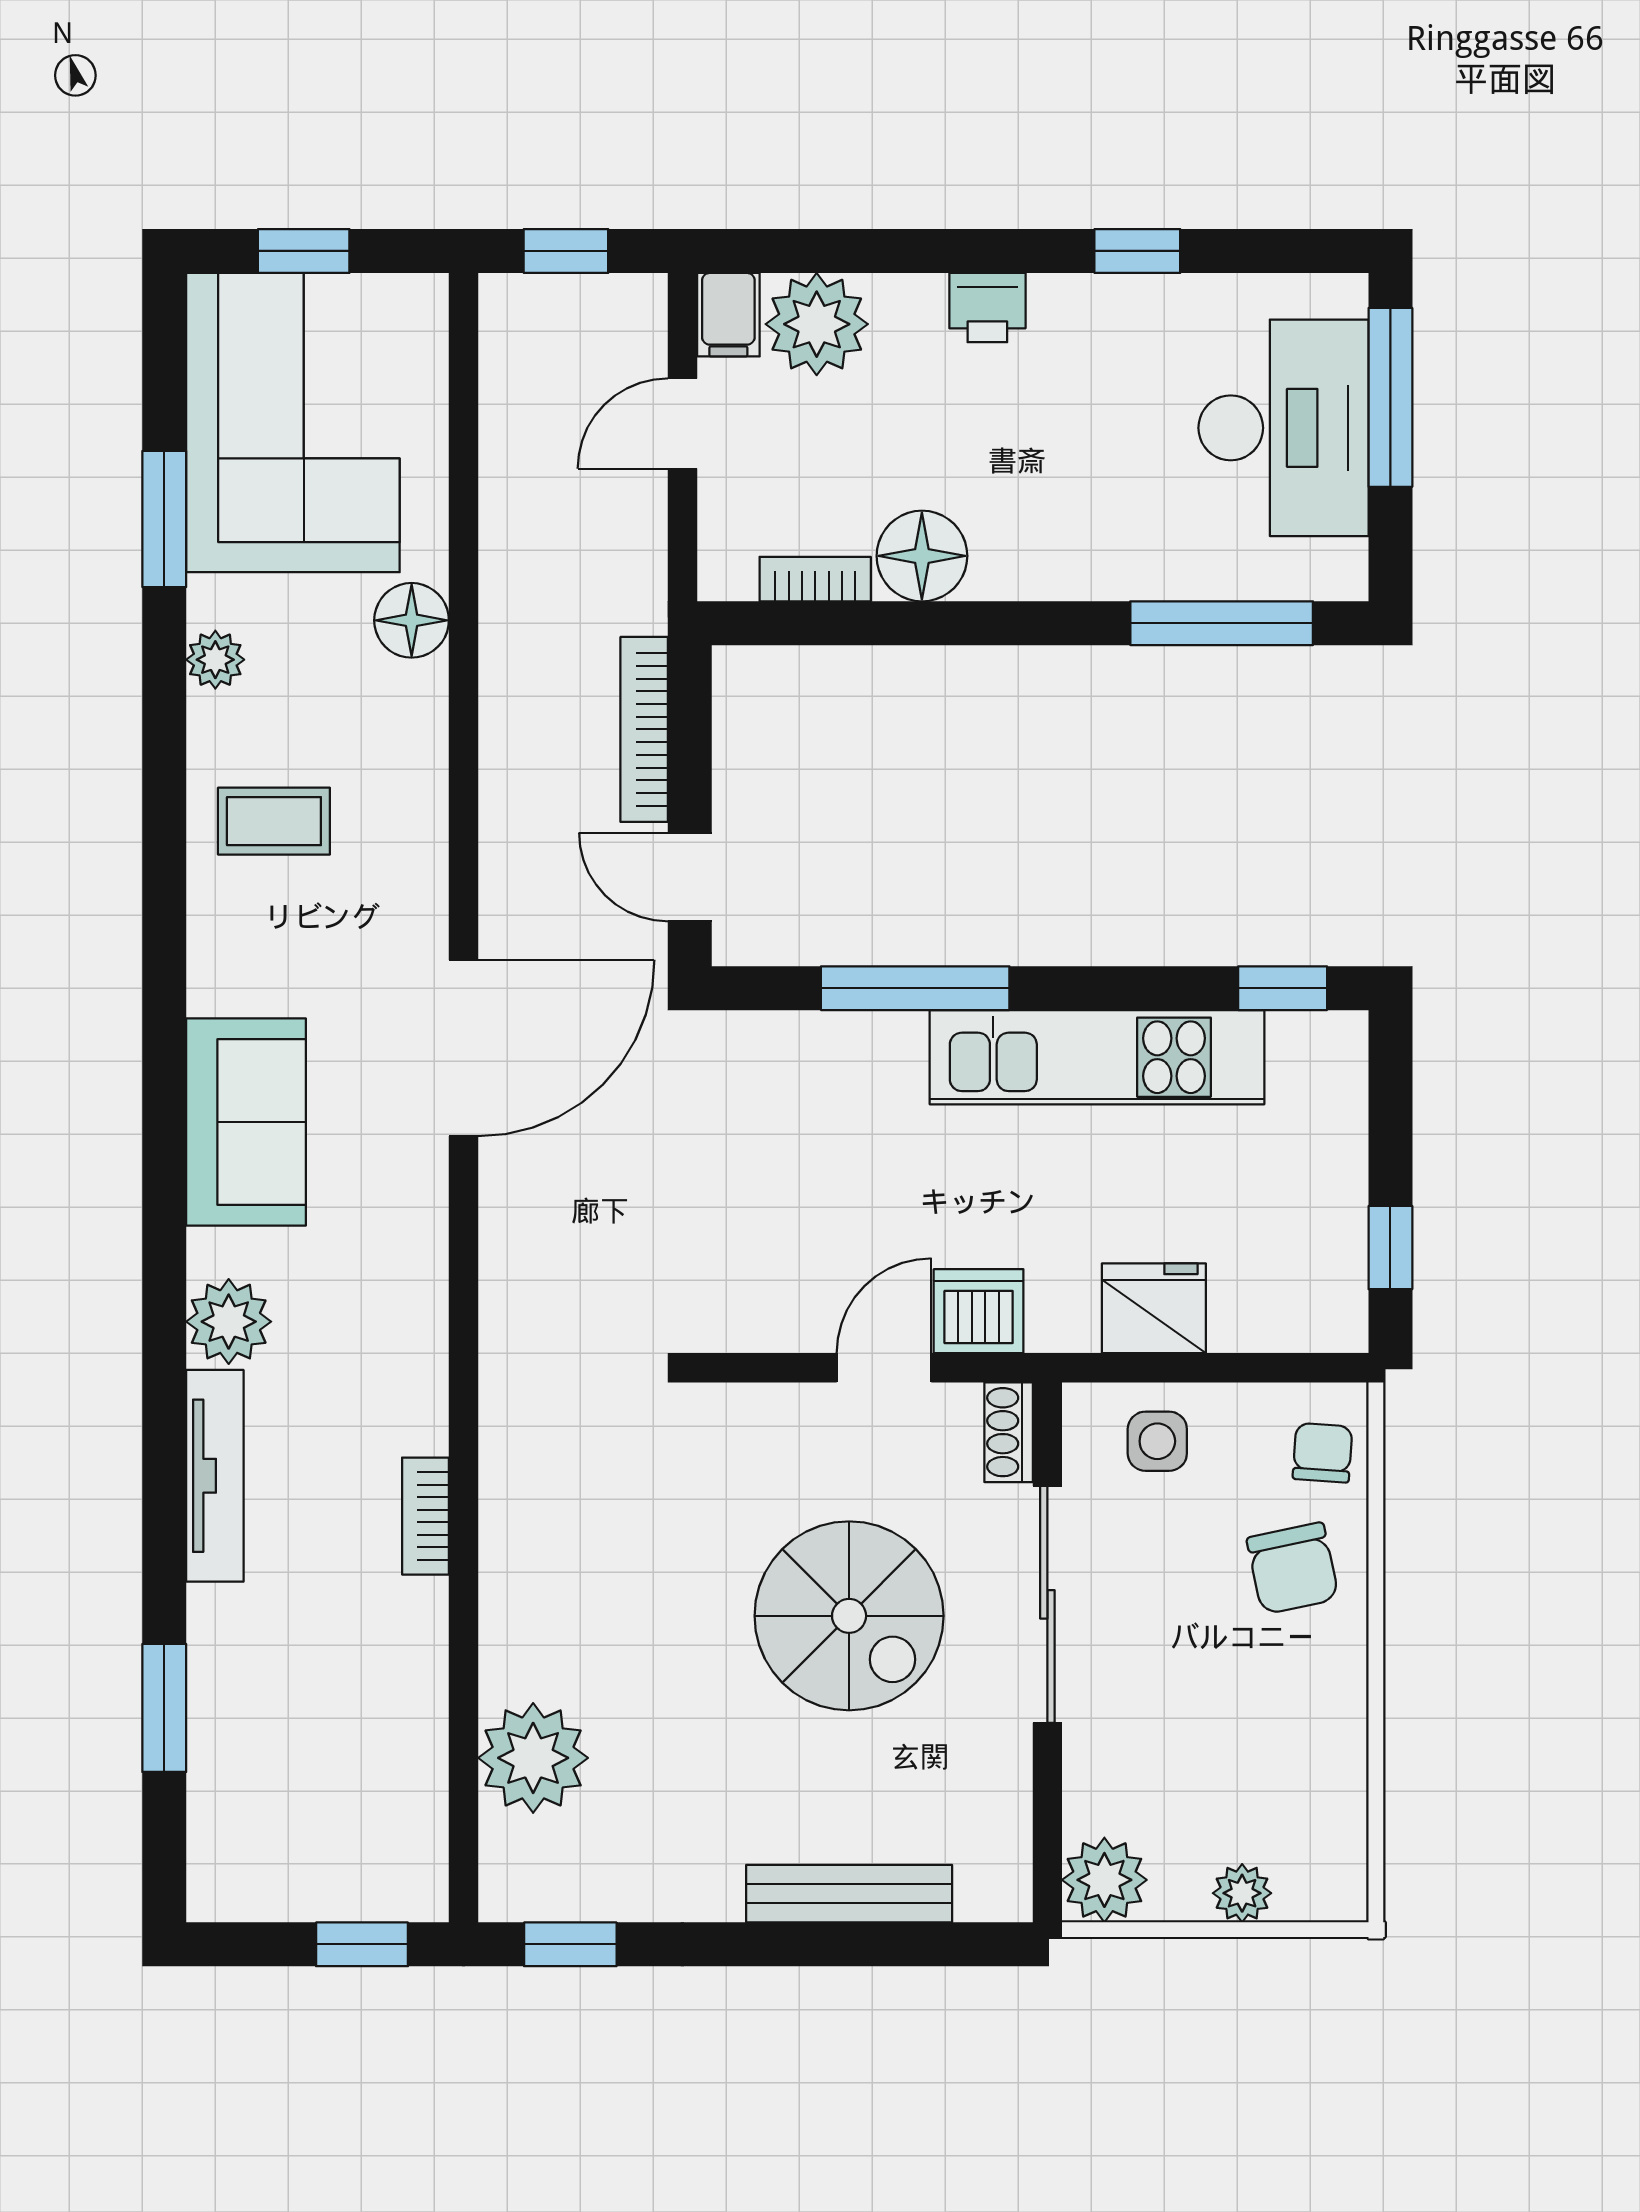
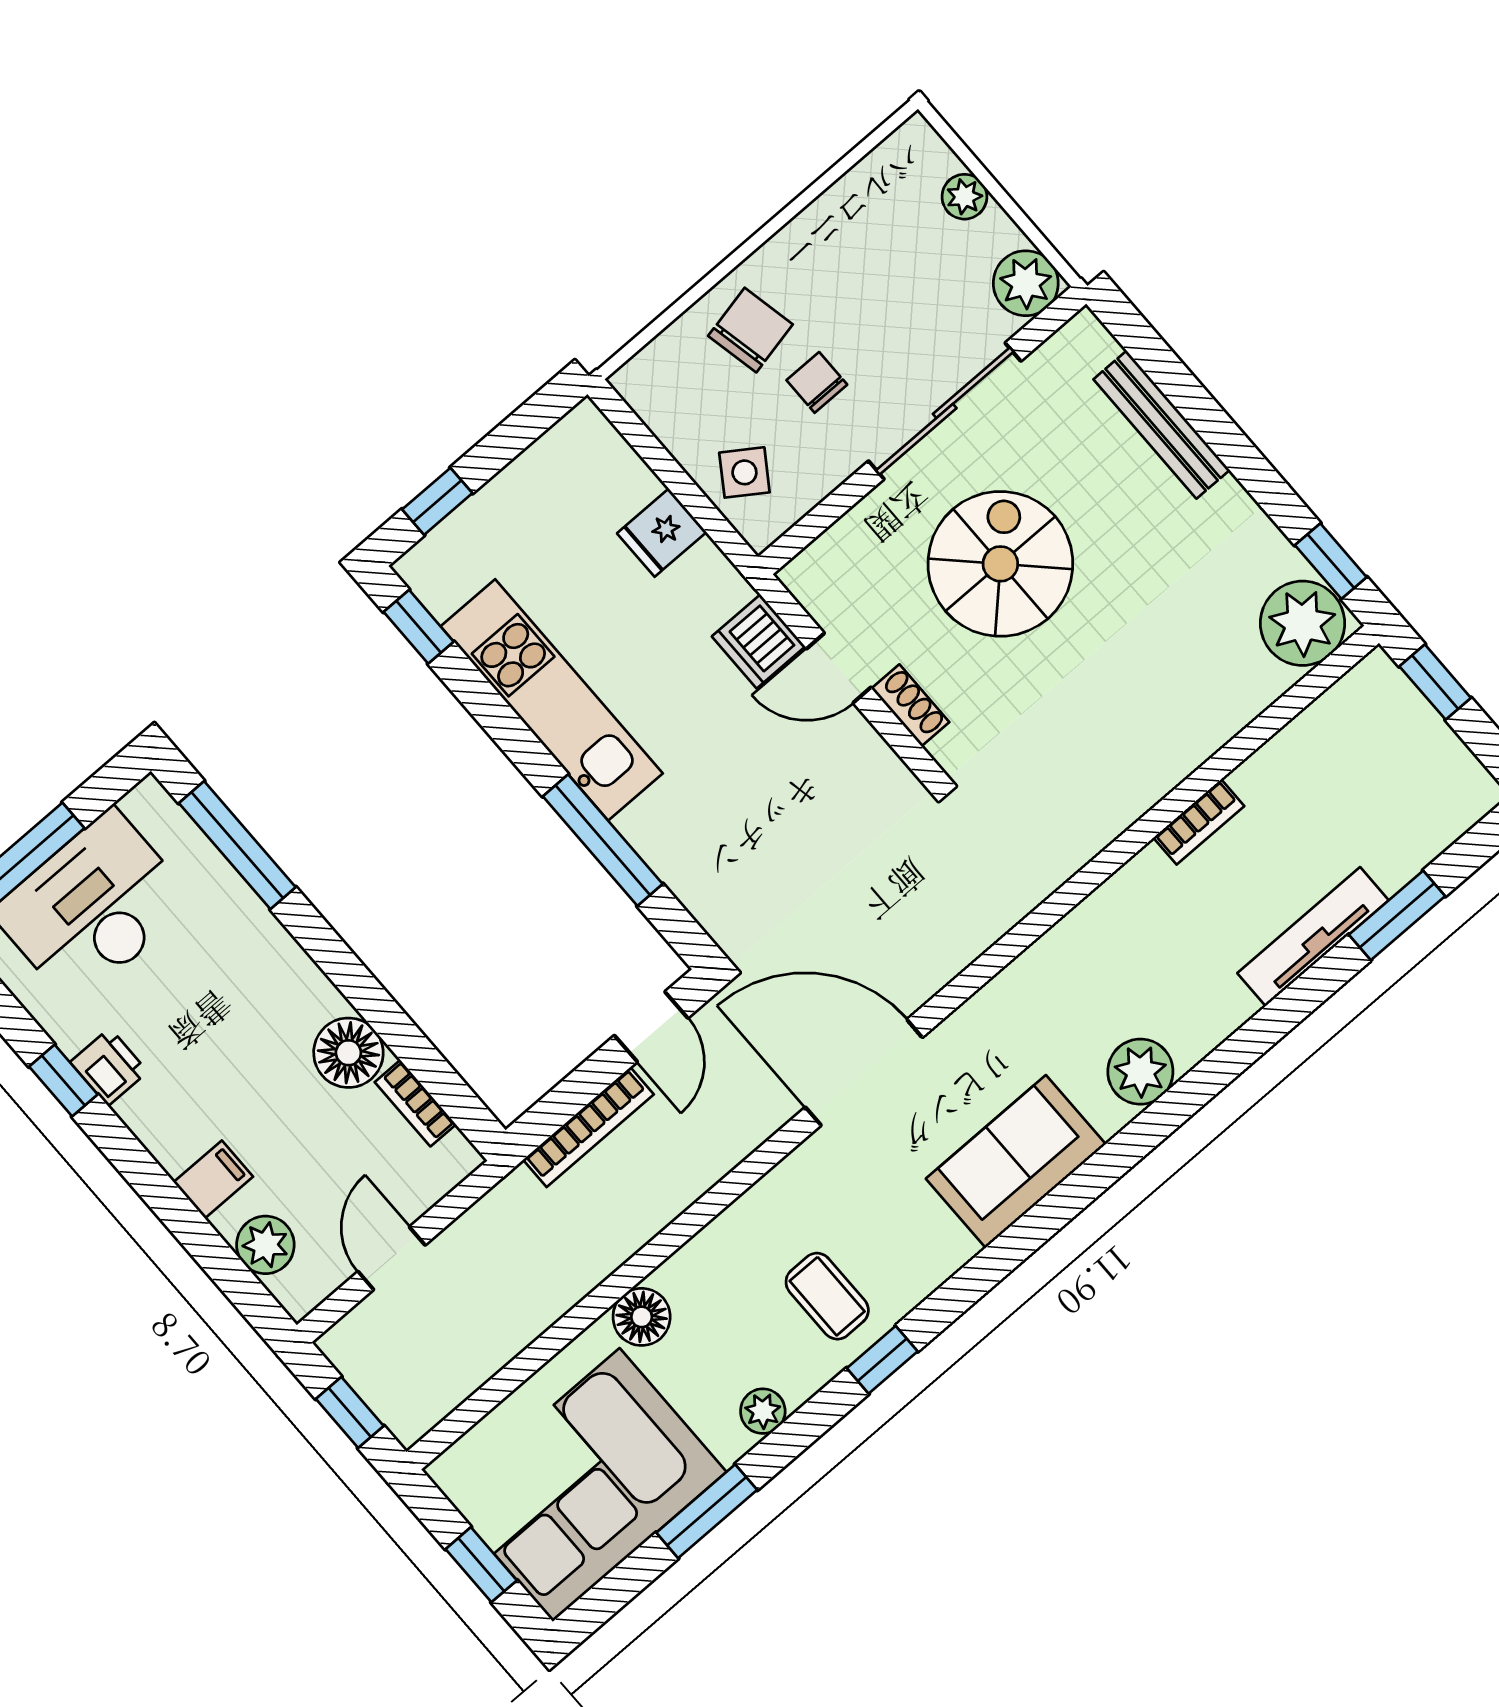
printer: (987, 308) -> (109, 1067), moved
filing cabinet: (728, 315) -> (213, 1179), moved
plant: (817, 324) -> (265, 1245), width x0.73, depth x0.73
door: (682, 424) -> (392, 1258), swing flipped
window: (164, 821) -> (882, 1360), added
window: (1390, 1248) -> (437, 501), moved
fridge: (1154, 1308) -> (662, 533), width x0.72
shoe rack: (1009, 1432) -> (910, 705), moved, turned -90
side table: (1157, 1441) -> (744, 472), turned 34
chair: (1323, 1453) -> (817, 382), moved, turned 86
tv unit: (215, 1476) -> (1313, 937), moved
bookcase: (425, 1516) -> (1199, 822), moved
sliding door: (1047, 1604) -> (945, 411), moved
plant: (533, 1758) -> (1303, 623), moved

